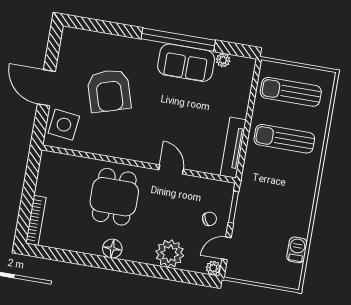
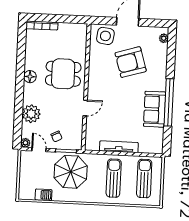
plant: (223, 60) -> (164, 38), moved
tv unit: (233, 148) -> (119, 147), moved
parasol: (267, 204) -> (71, 172), added

